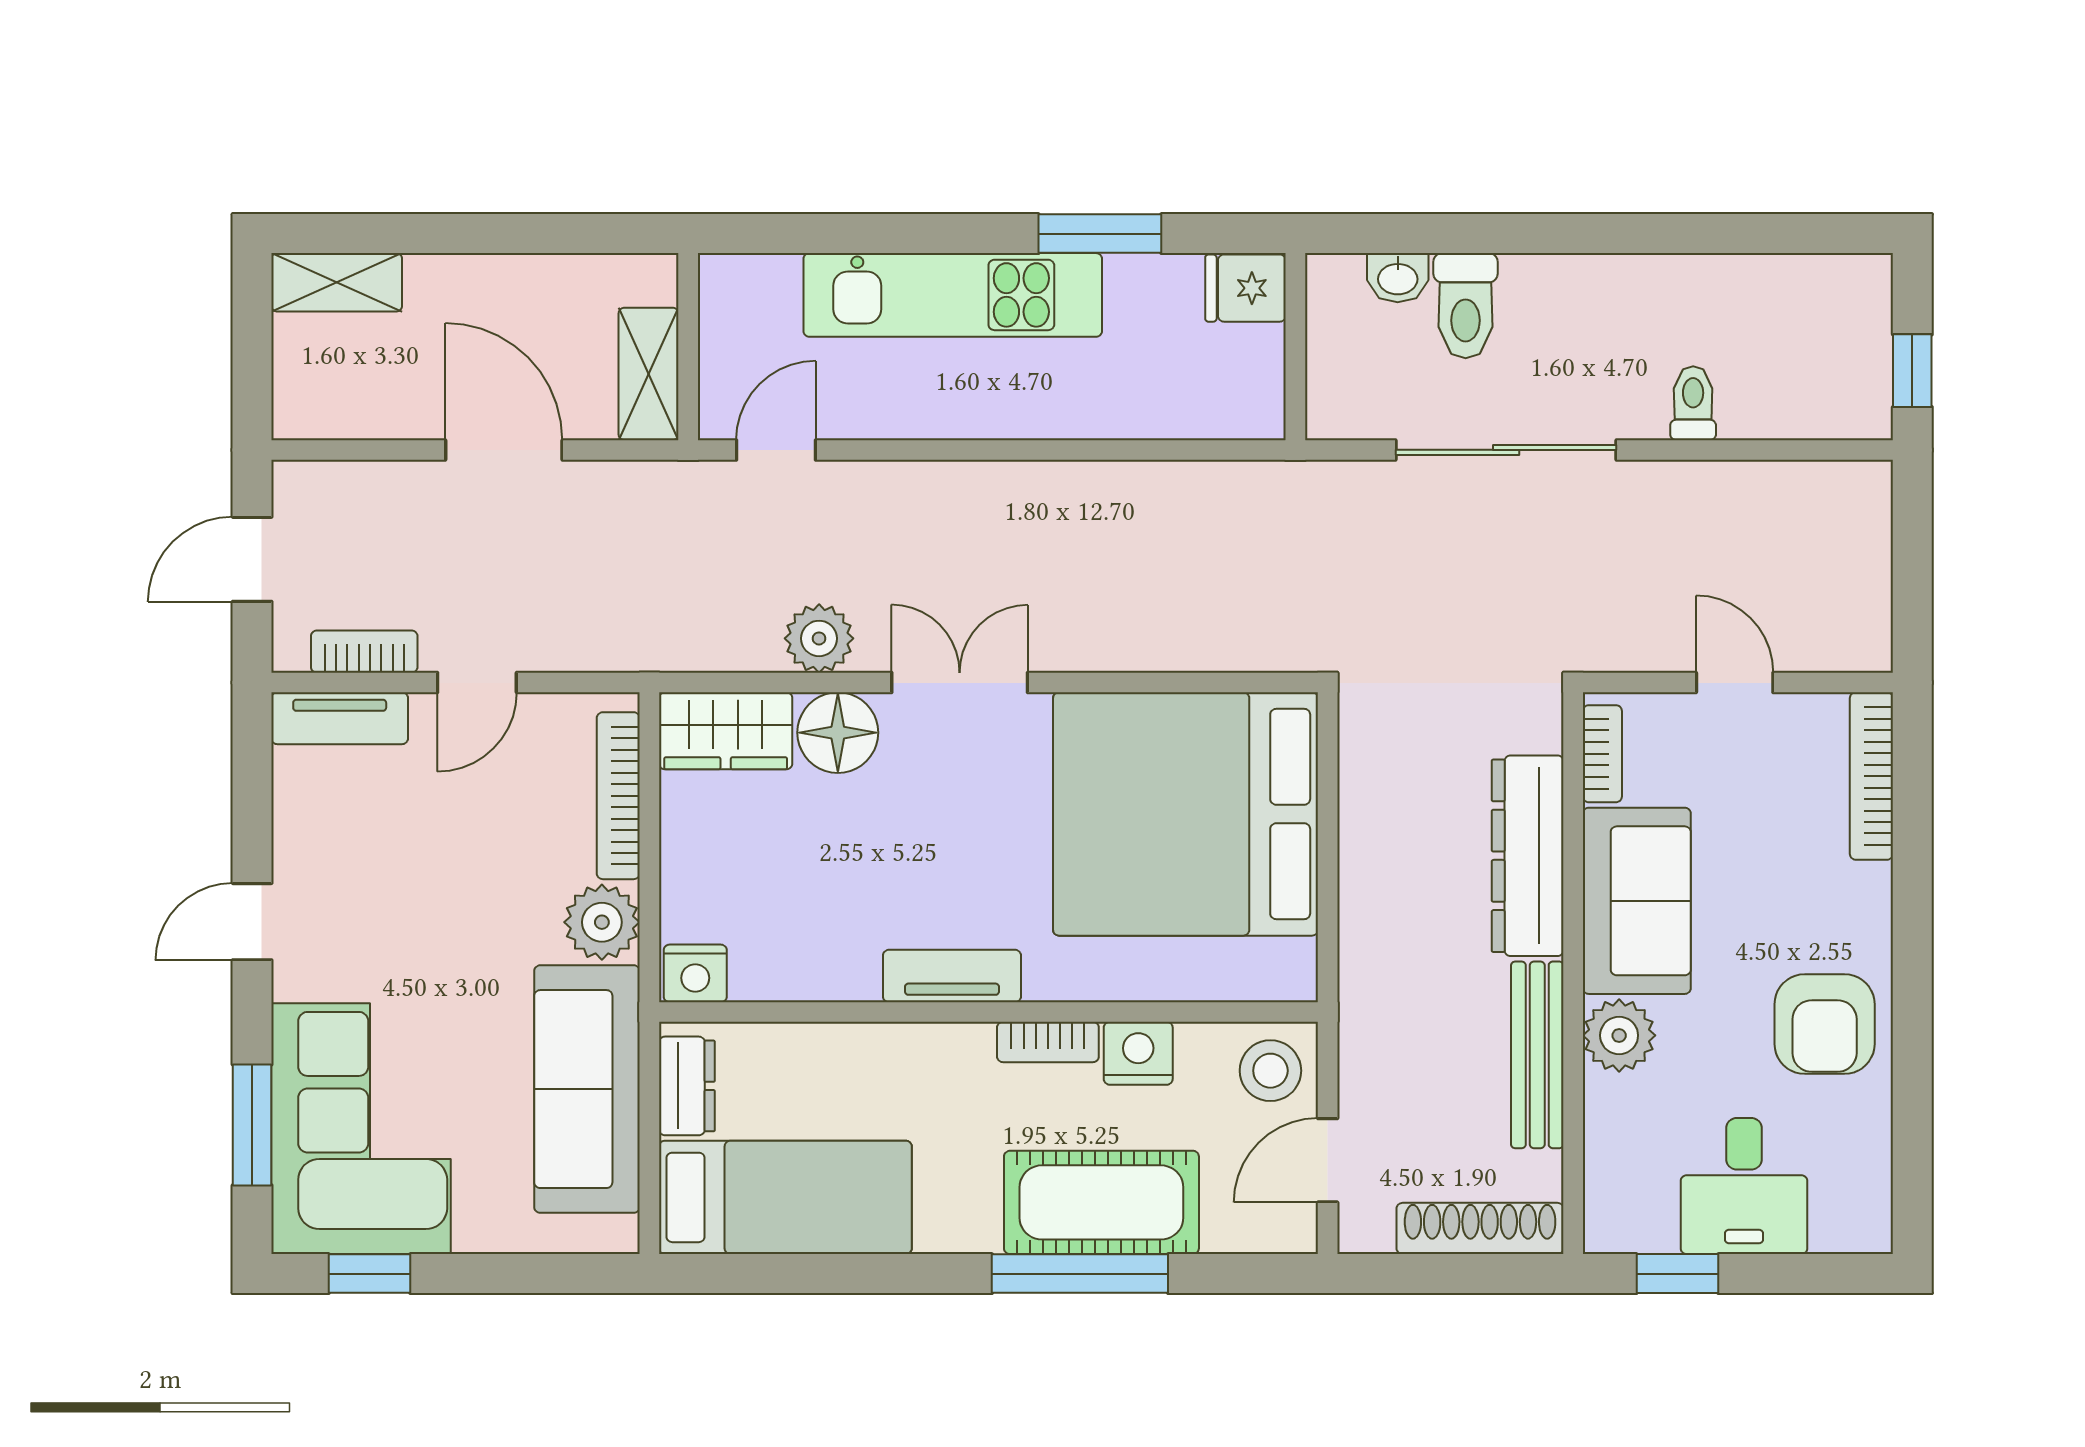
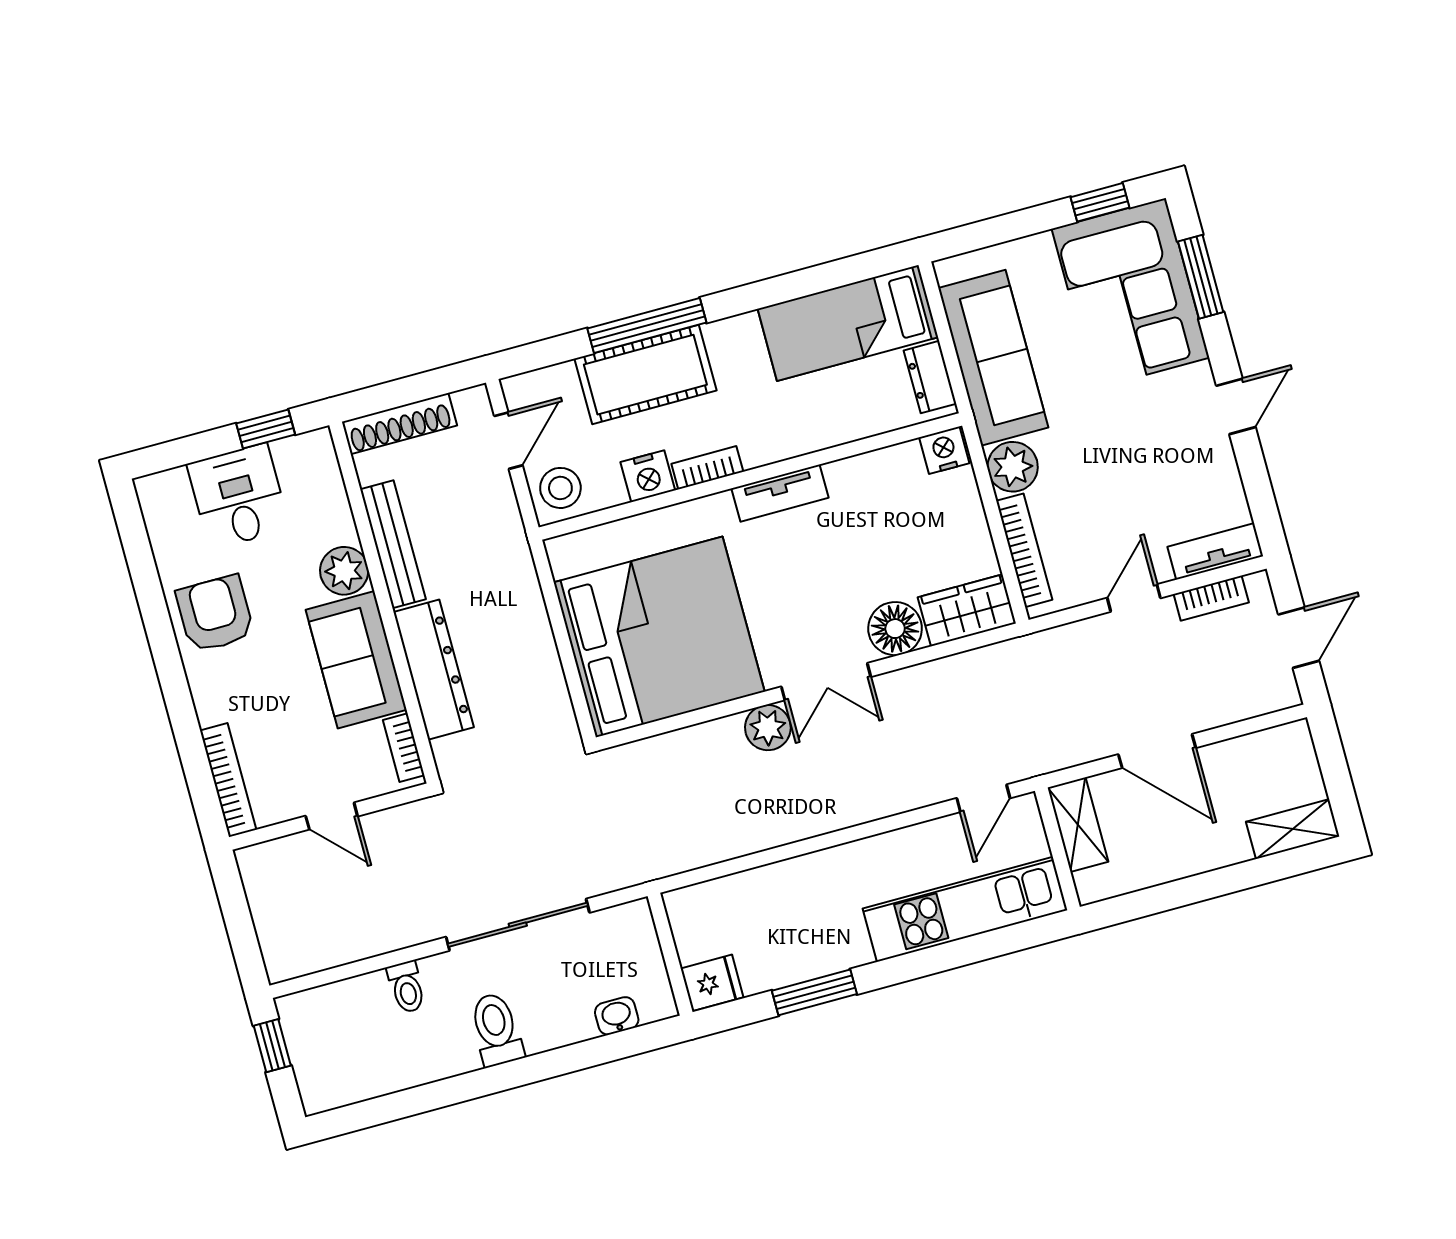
kitchen unit: (953, 295) -> (965, 909), moved
toilet: (1466, 306) -> (496, 1029), moved
plant: (819, 638) -> (768, 728), moved

